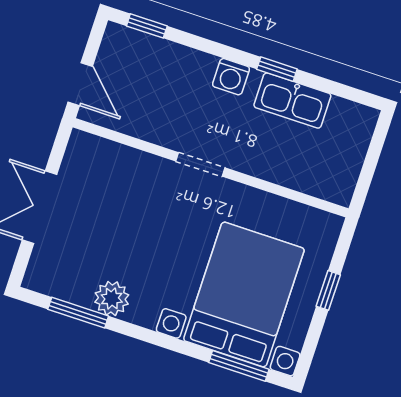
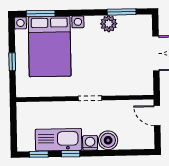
window: (147, 26) -> (39, 154), moved
boiler: (194, 69) -> (108, 140), added
kitchen sink: (292, 100) -> (59, 140), width x1.36, depth x1.24

